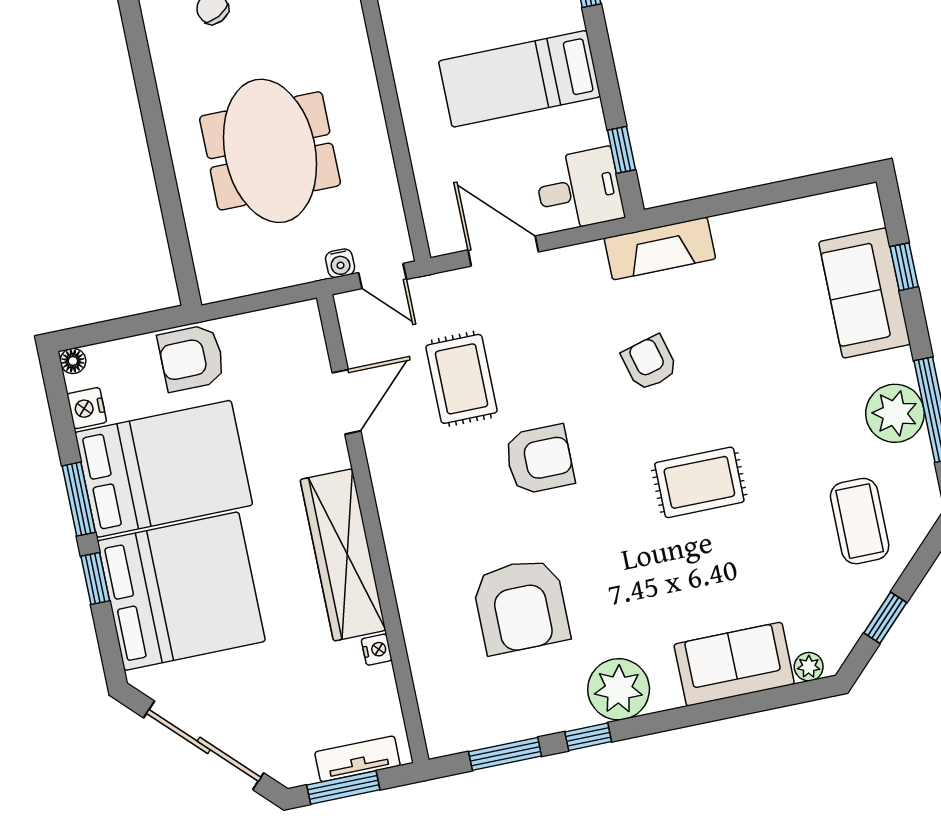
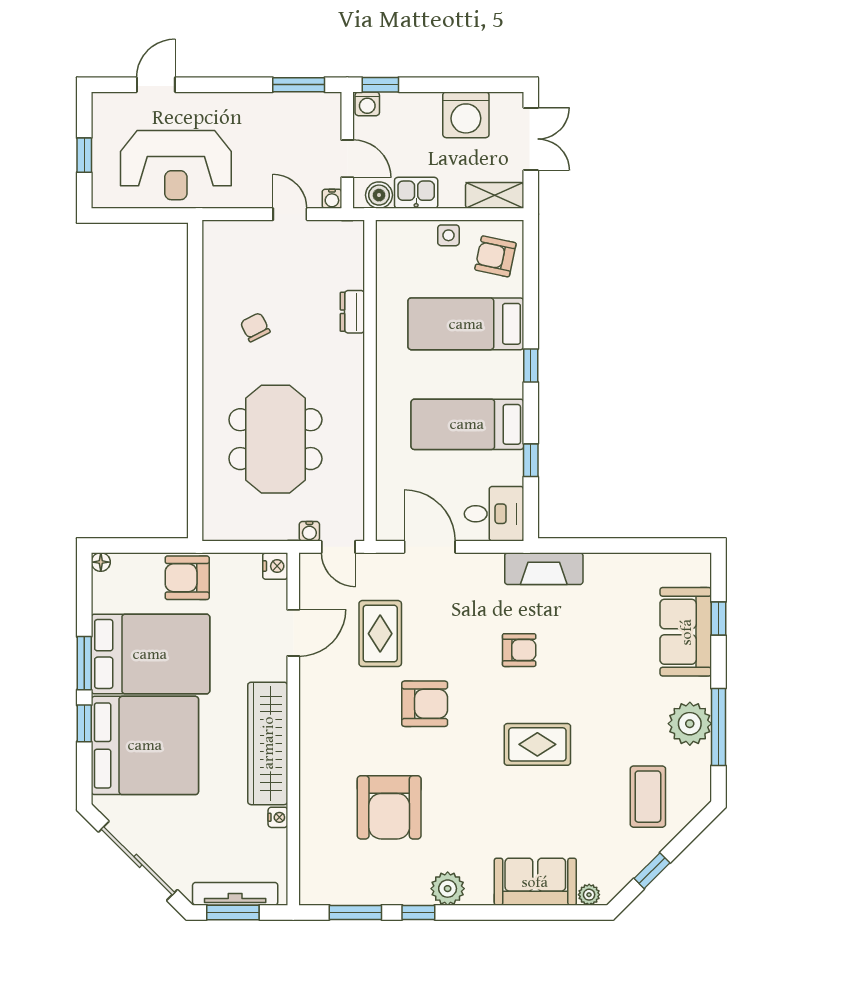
window: (621, 150) -> (531, 460), moved
armchair: (649, 363) -> (519, 650), turned 105
nightstand: (87, 408) -> (275, 566), moved, turned 180
plant: (619, 689) -> (448, 889), width x0.73, depth x0.73
tv unit: (357, 759) -> (235, 894), width x1.41

